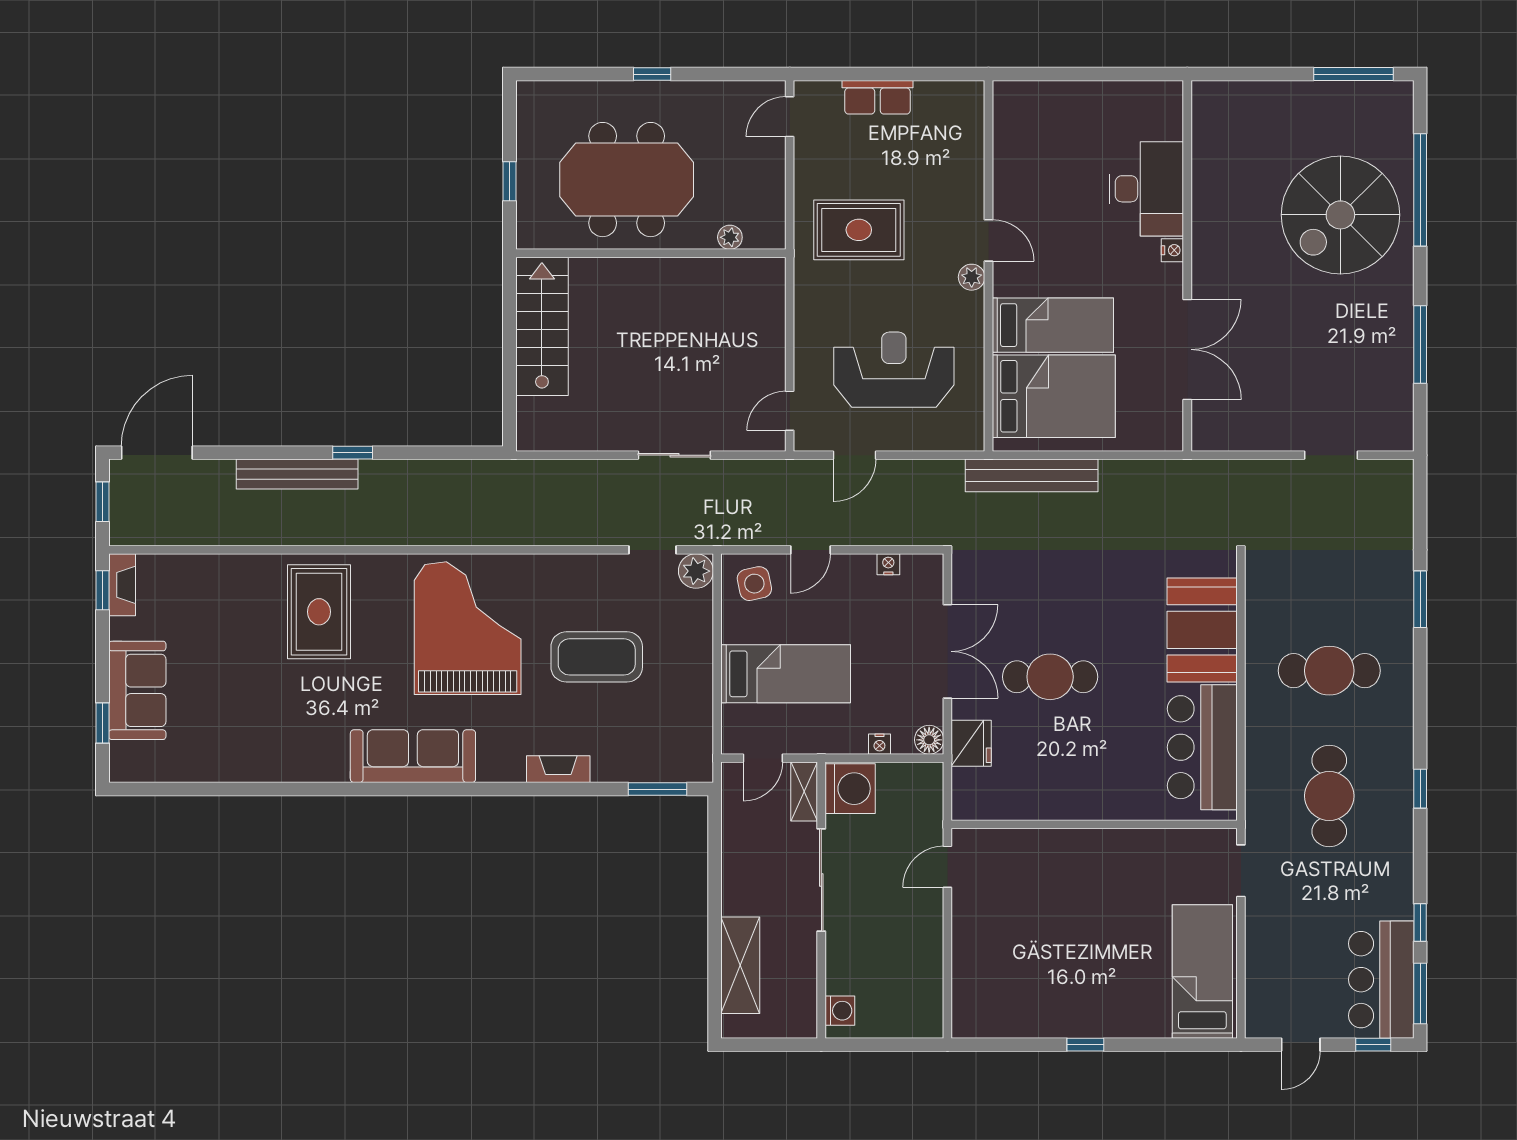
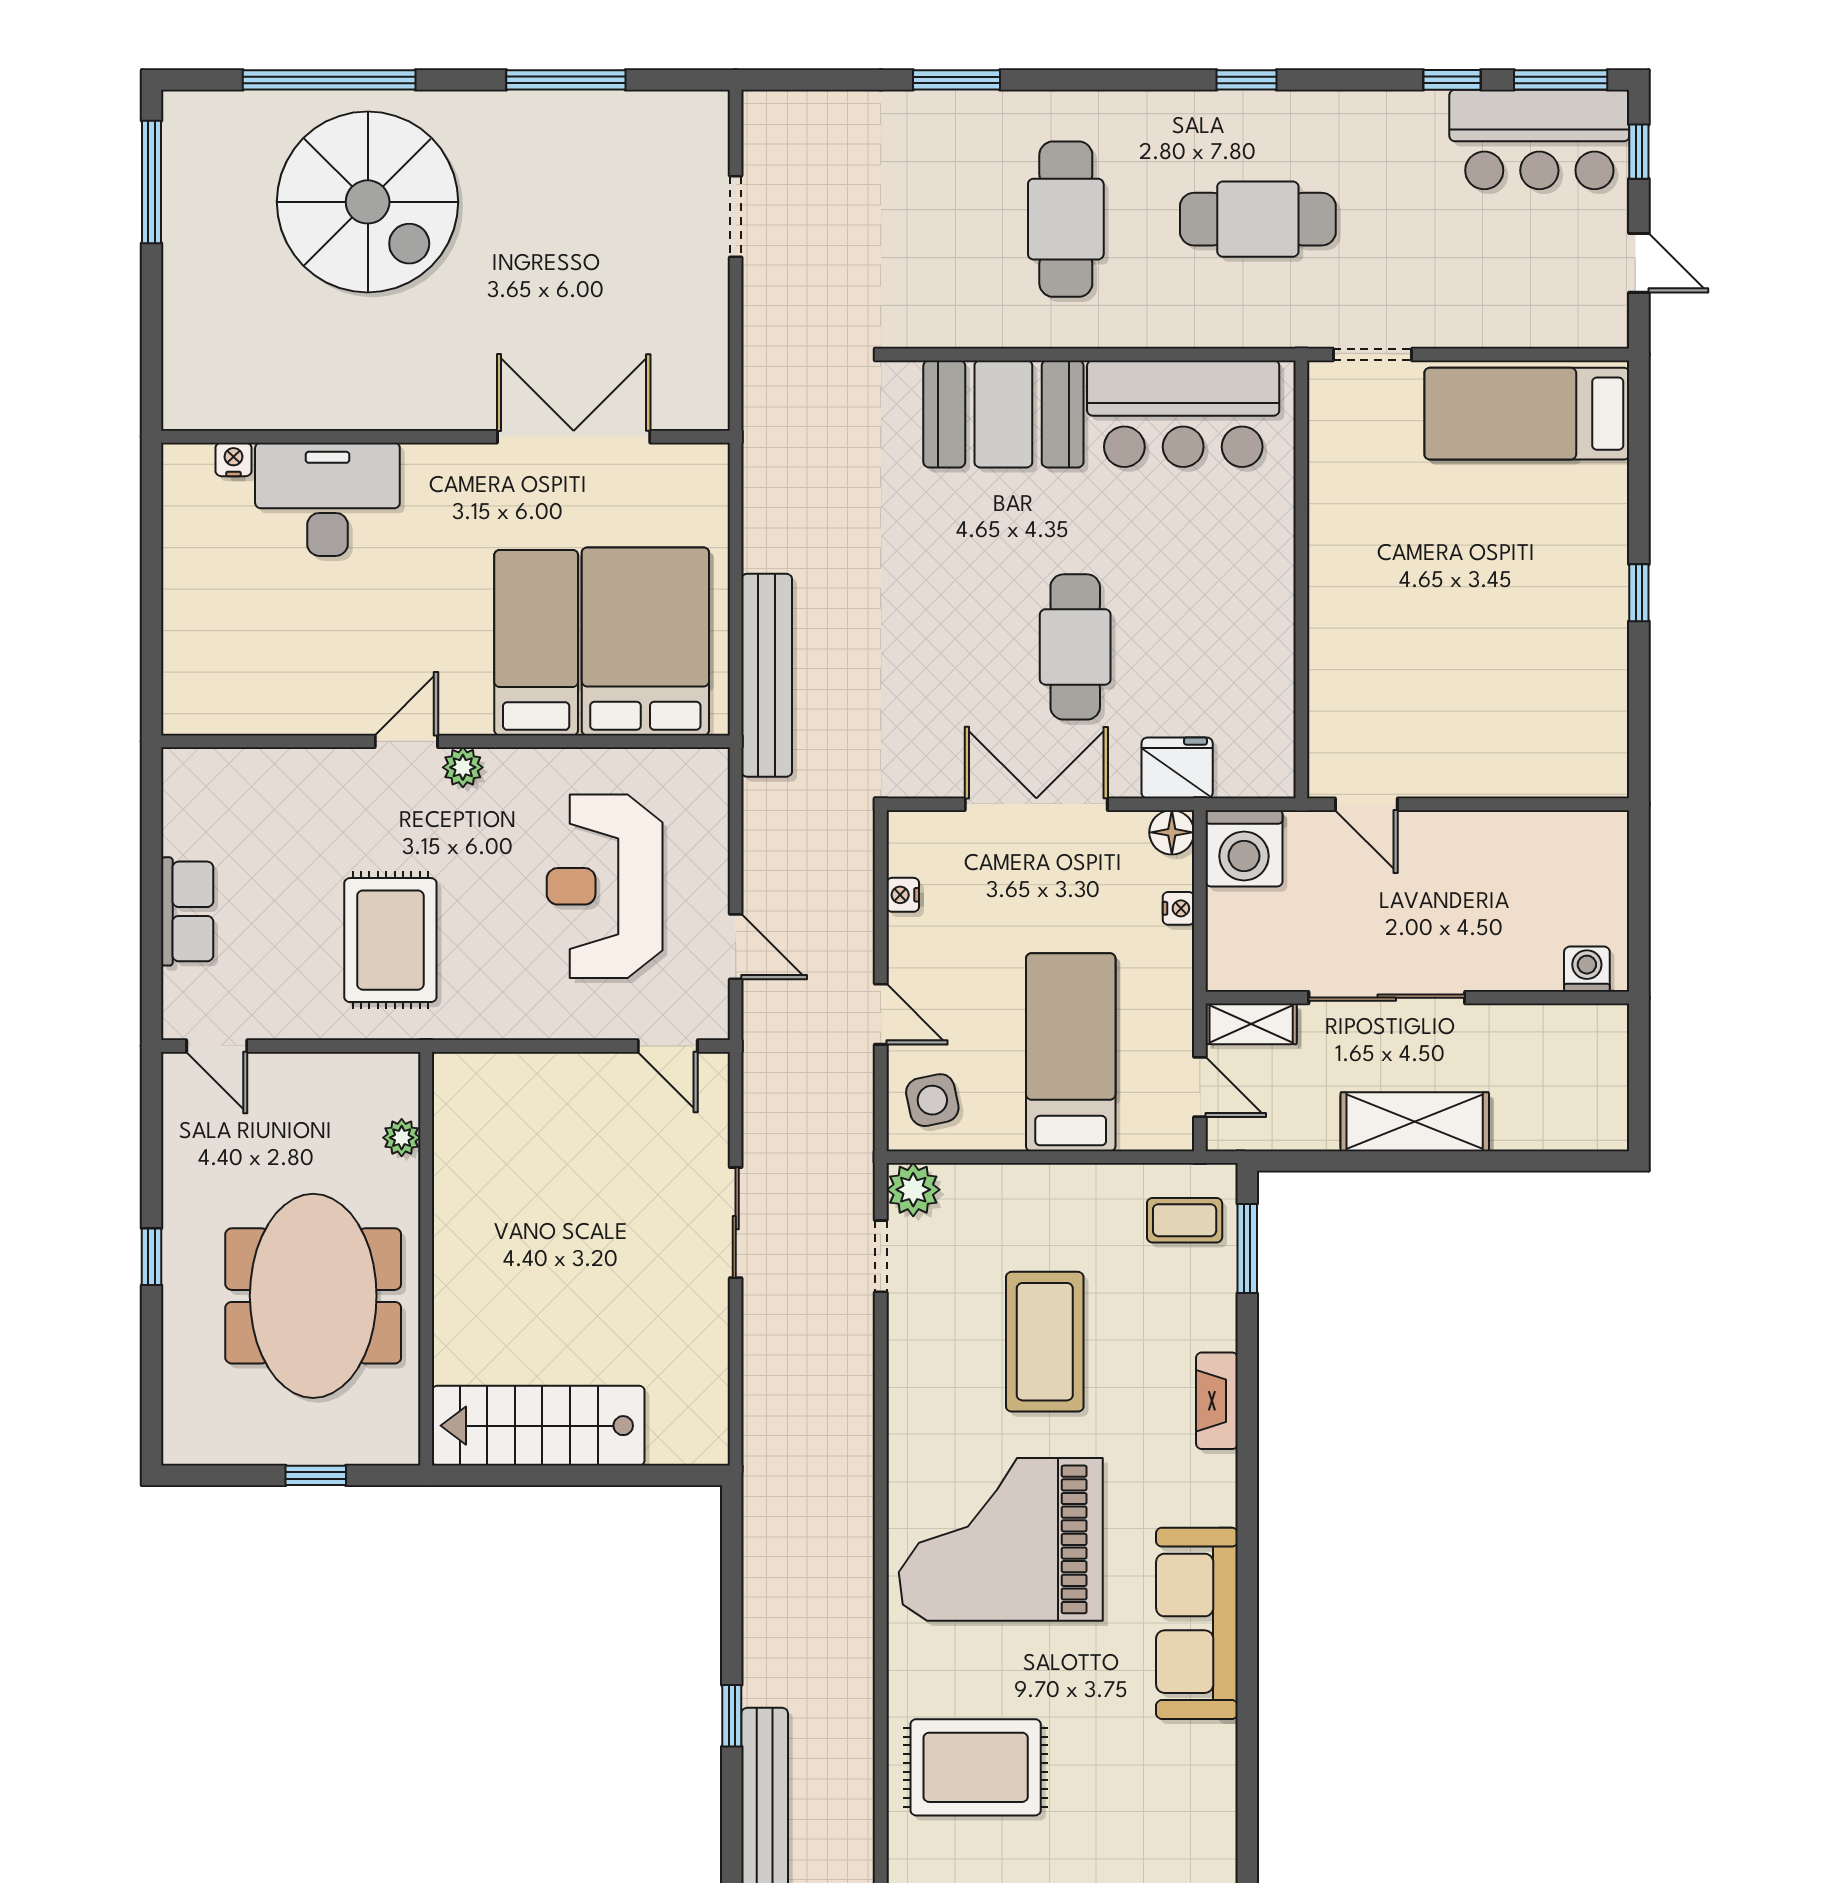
nightstand: (1172, 250) -> (233, 459), moved
coffee table: (676, 748) -> (1185, 1220), added
washing machine: (850, 789) -> (1244, 848), moved, turned 180
shelving: (740, 965) -> (1415, 1122), moved

